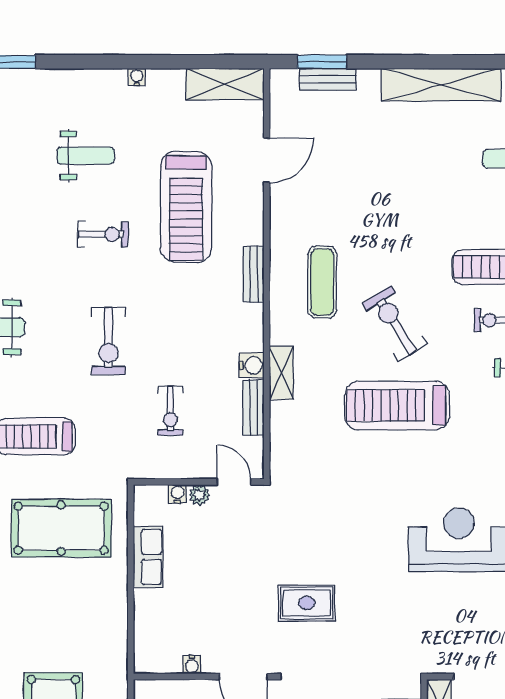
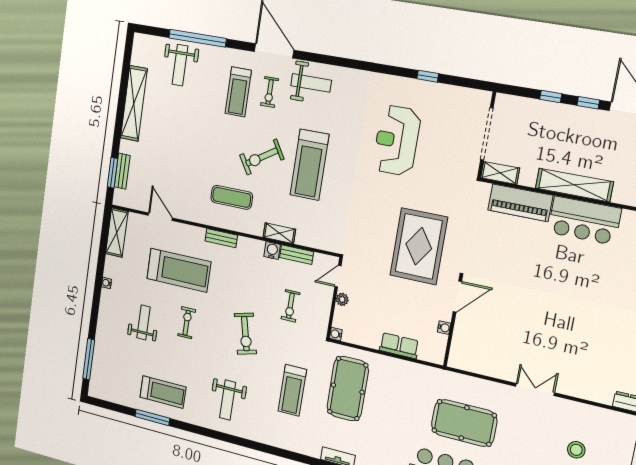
exercise bike: (108, 341) -> (245, 334), turned 76
exercise bike: (170, 411) -> (290, 306), turned 90
water cooler: (177, 494) -> (336, 334), moved
row of seats: (148, 557) -> (399, 346), moved
rug: (307, 603) -> (419, 246), width x1.86, depth x2.06

